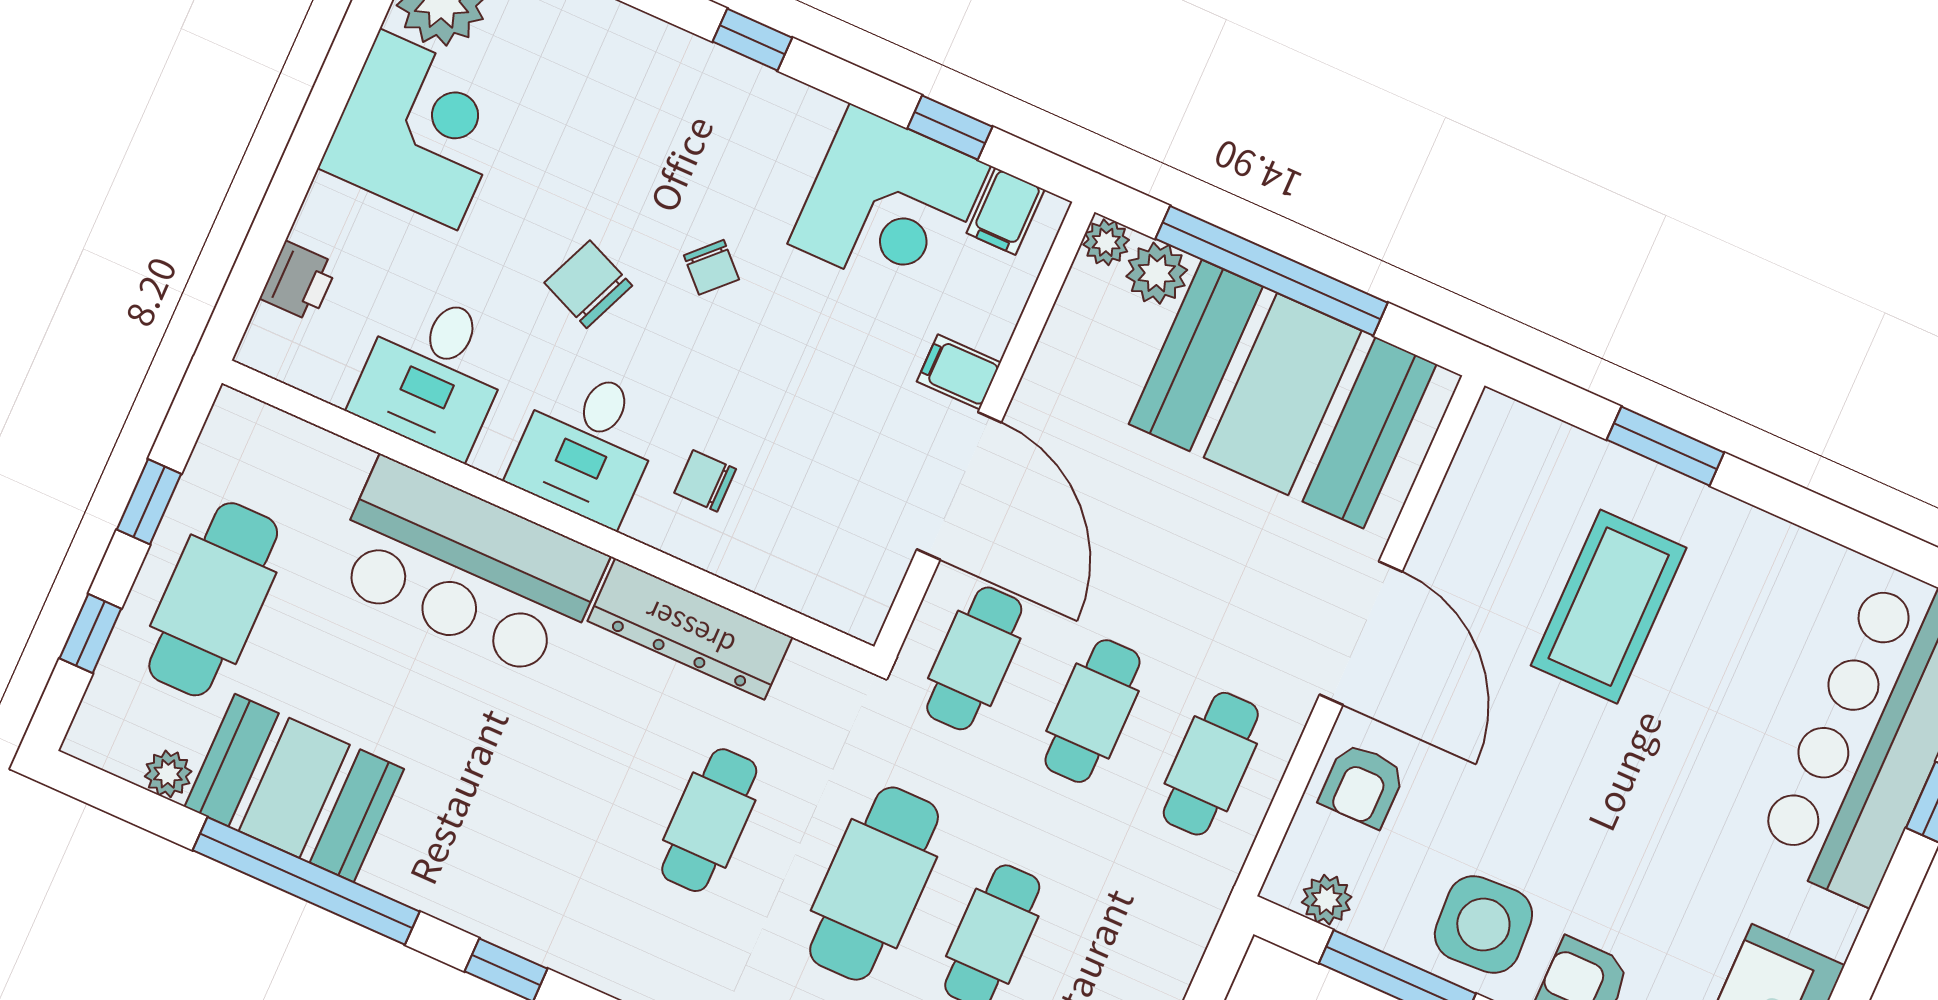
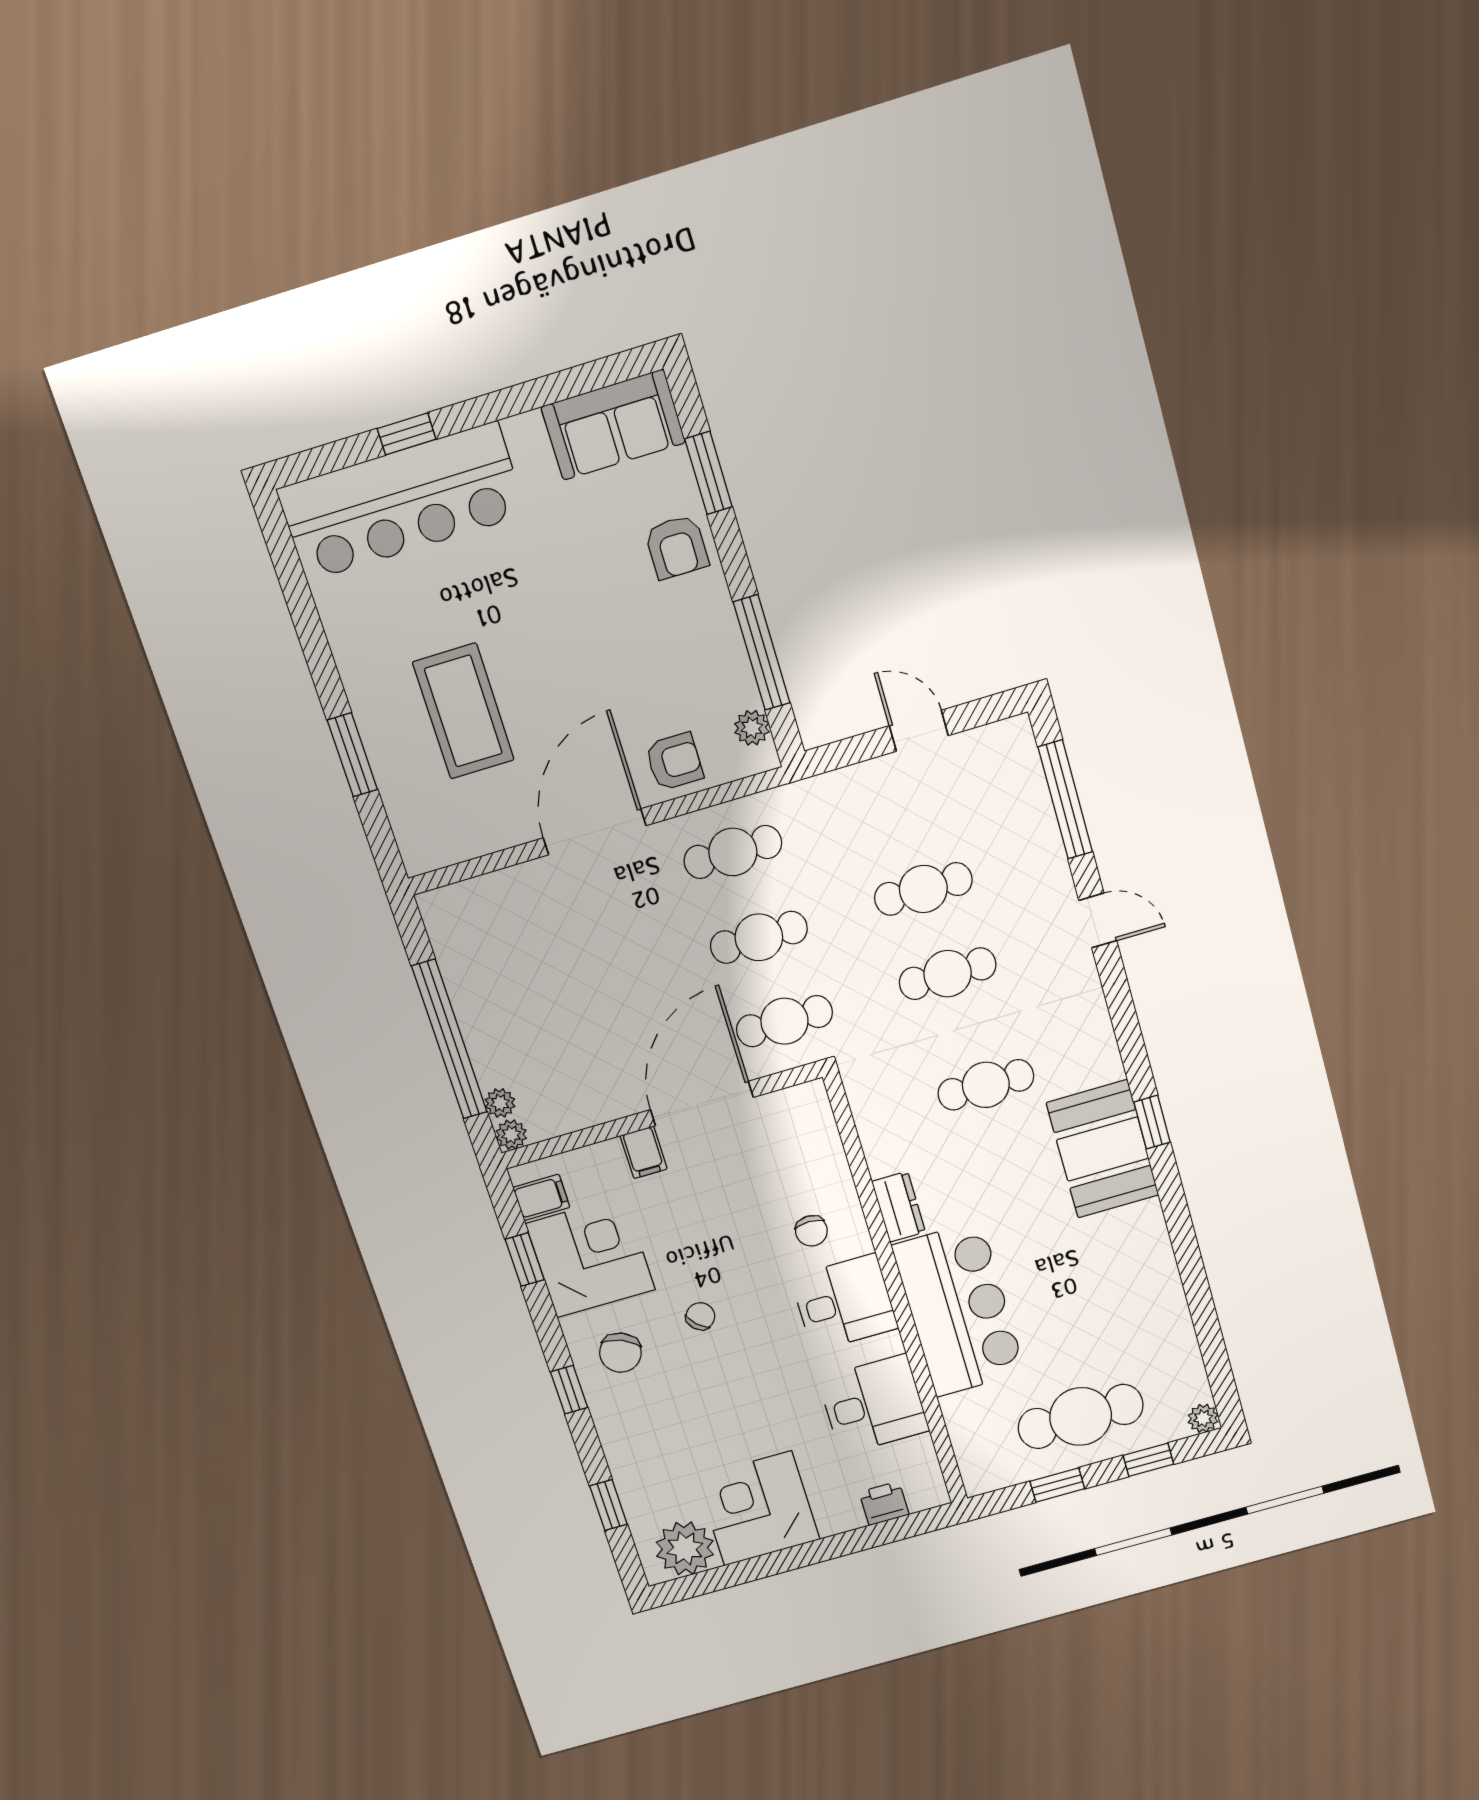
plant: (1157, 273) -> (500, 1103), width x0.73, depth x0.73
chair: (588, 284) -> (620, 1353), moved
booth: (1283, 394) -> (507, 980), removed
coffee table: (1609, 607) -> (463, 711), turned 90
dresser: (690, 629) -> (899, 1207), width x0.51, depth x0.80
plant: (168, 774) -> (1203, 1418), moved
booth: (294, 788) -> (1103, 1149), moved
window: (306, 881) -> (1188, 1257), removed
cafe table: (874, 884) -> (948, 974), width x0.73, depth x0.74
side table: (1483, 925) -> (692, 630), removed

